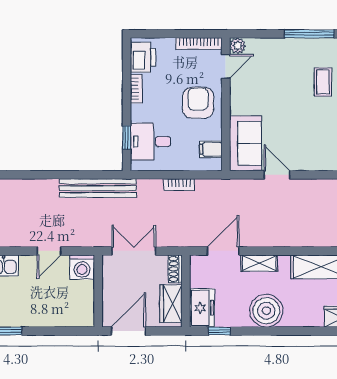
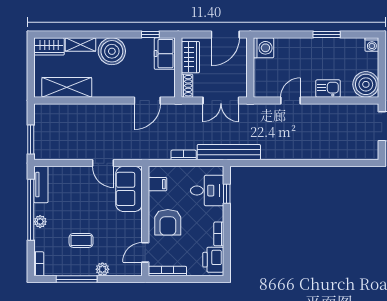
plant: (238, 46) -> (102, 269), moved
coffee table: (323, 82) -> (81, 240), moved, turned 90
bench: (98, 188) -> (229, 152), moved
shelving: (259, 263) -> (81, 45), moved
washing machine: (82, 267) -> (263, 48), moved, turned 90

